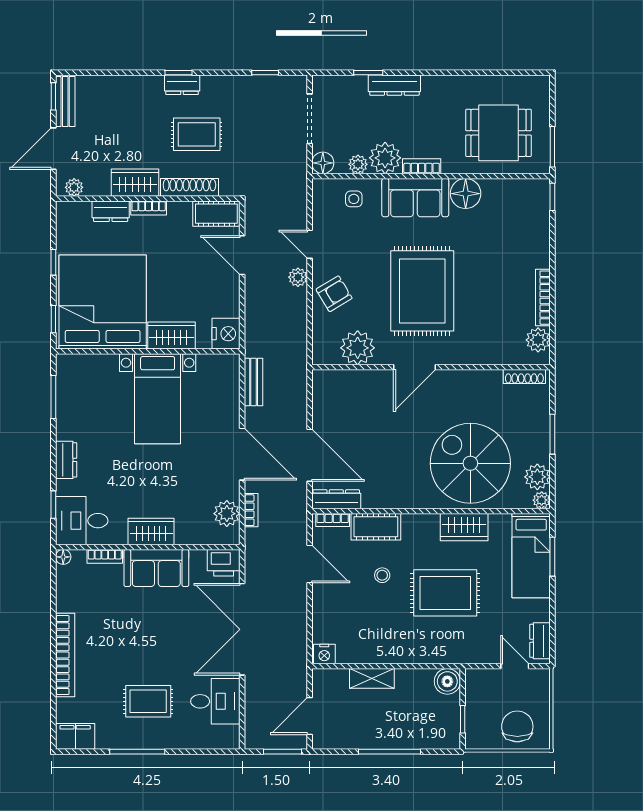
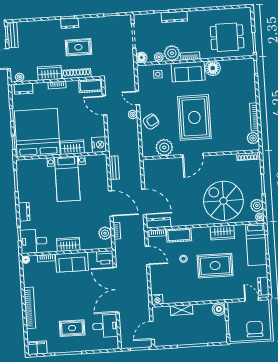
dresser: (111, 211) -> (24, 89), moved

